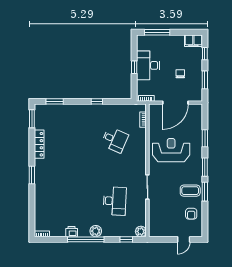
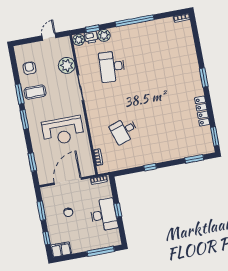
window: (205, 138) -> (32, 162), moved
desk: (115, 140) -> (124, 131), turned -42
plant: (156, 210) -> (67, 65), added
plant: (96, 231) -> (104, 35), moved
printer: (72, 232) -> (91, 37), moved
door: (184, 239) -> (49, 37), moved

